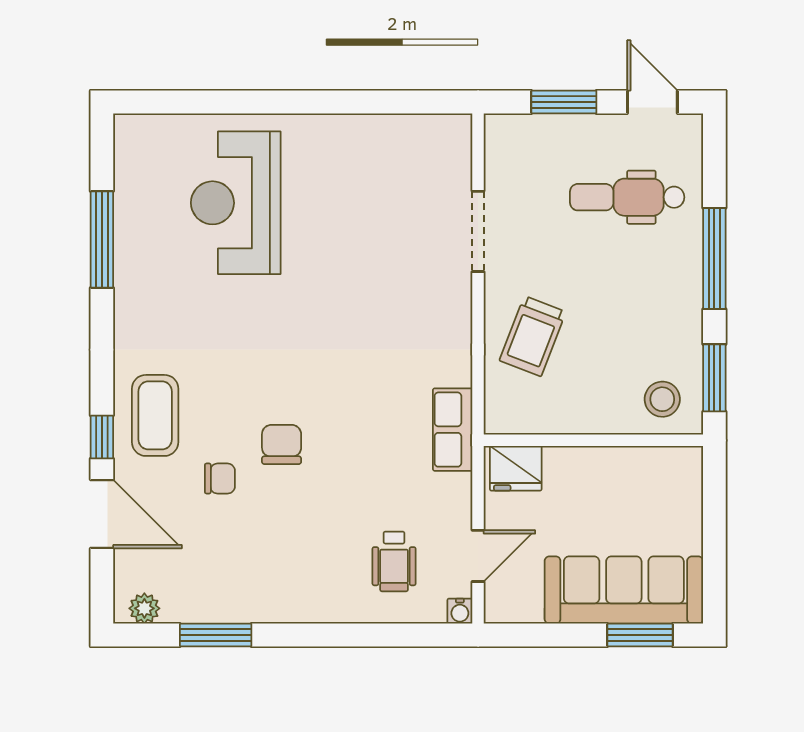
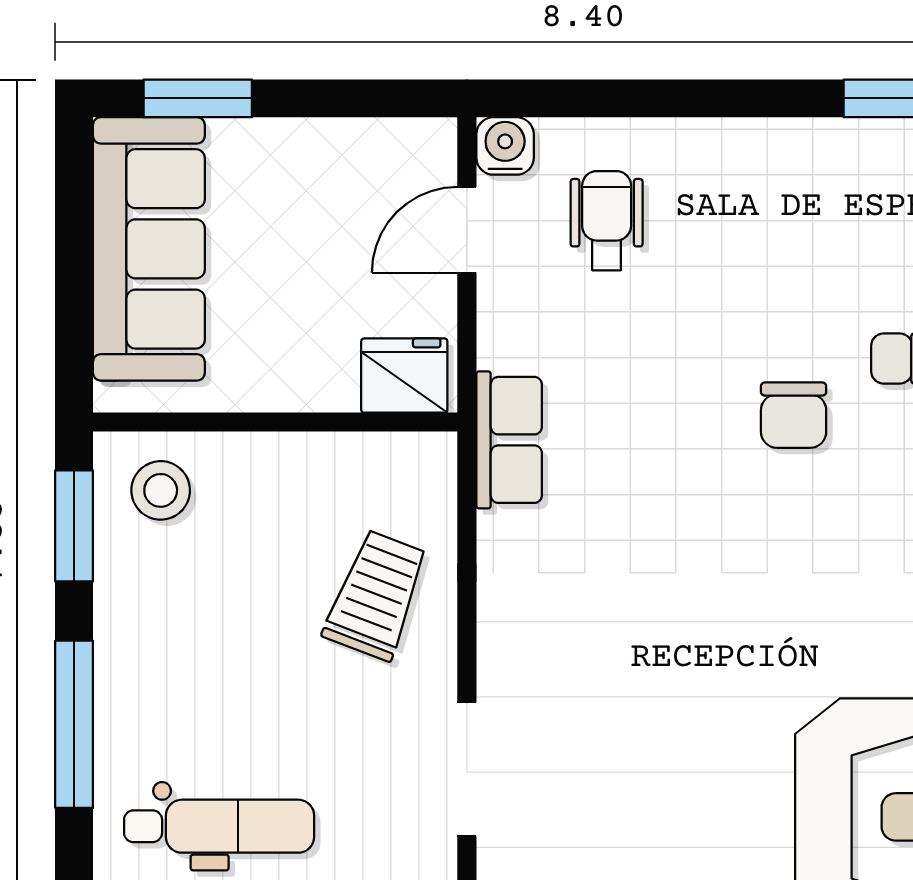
sofa: (624, 590) -> (149, 249), moved, turned -90
water cooler: (460, 611) -> (505, 146), width x1.38, depth x1.38

